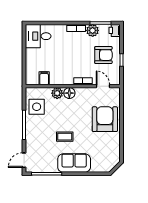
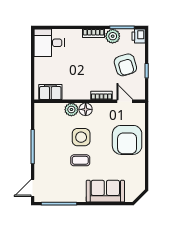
armchair: (103, 55) -> (125, 65), turned 73
filing cabinet: (44, 78) -> (50, 92), width x2.00
side table: (37, 107) -> (81, 137), moved
armchair: (105, 119) -> (127, 140), turned 180
sofa: (74, 163) -> (105, 191), moved

